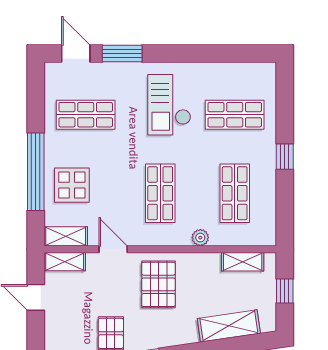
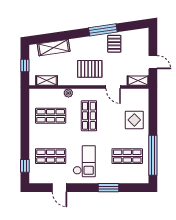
door: (76, 54) -> (60, 188), moved
window: (285, 157) -> (25, 166), moved
window: (36, 172) -> (153, 155), moved
shop shelf: (235, 193) -> (51, 116), turned 90
shelving: (66, 236) -> (137, 94), removed
pallet: (158, 284) -> (90, 69), turned 90

